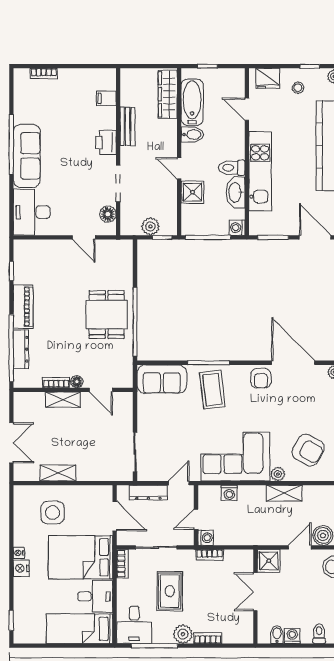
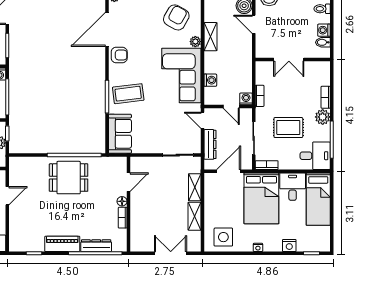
shelving: (63, 400) -> (195, 187), moved
side table: (53, 513) -> (223, 237), moved
shower: (269, 561) -> (264, 49), removed
nightstand: (21, 568) -> (289, 246), moved

